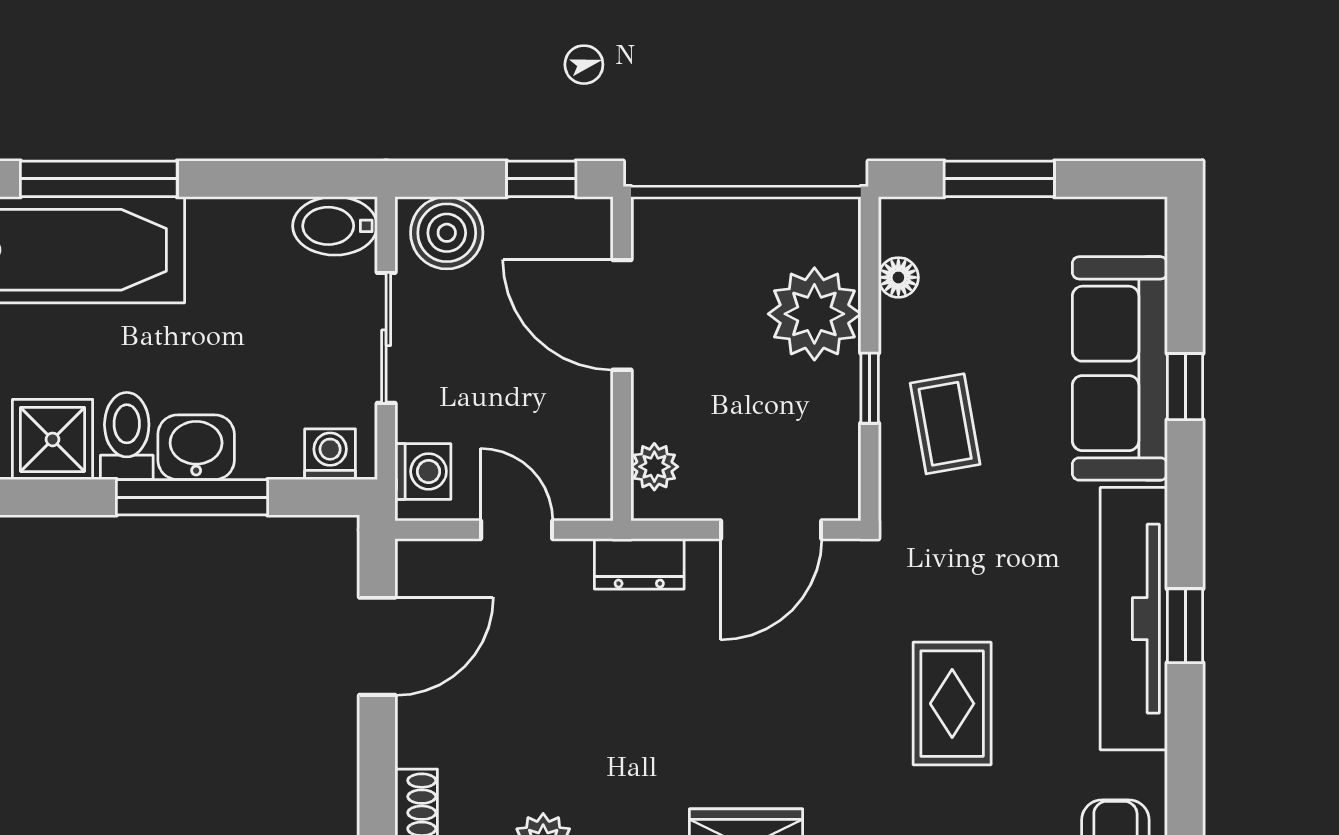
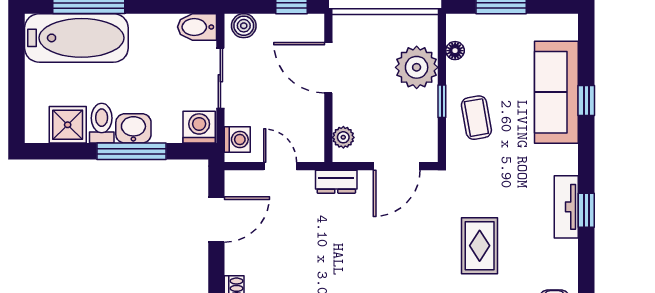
boiler: (447, 233) -> (244, 26), width x0.73, depth x0.73
washing machine: (330, 454) -> (199, 127), width x1.38, depth x1.38
tv unit: (1134, 619) -> (566, 207), width x0.52, depth x0.78

